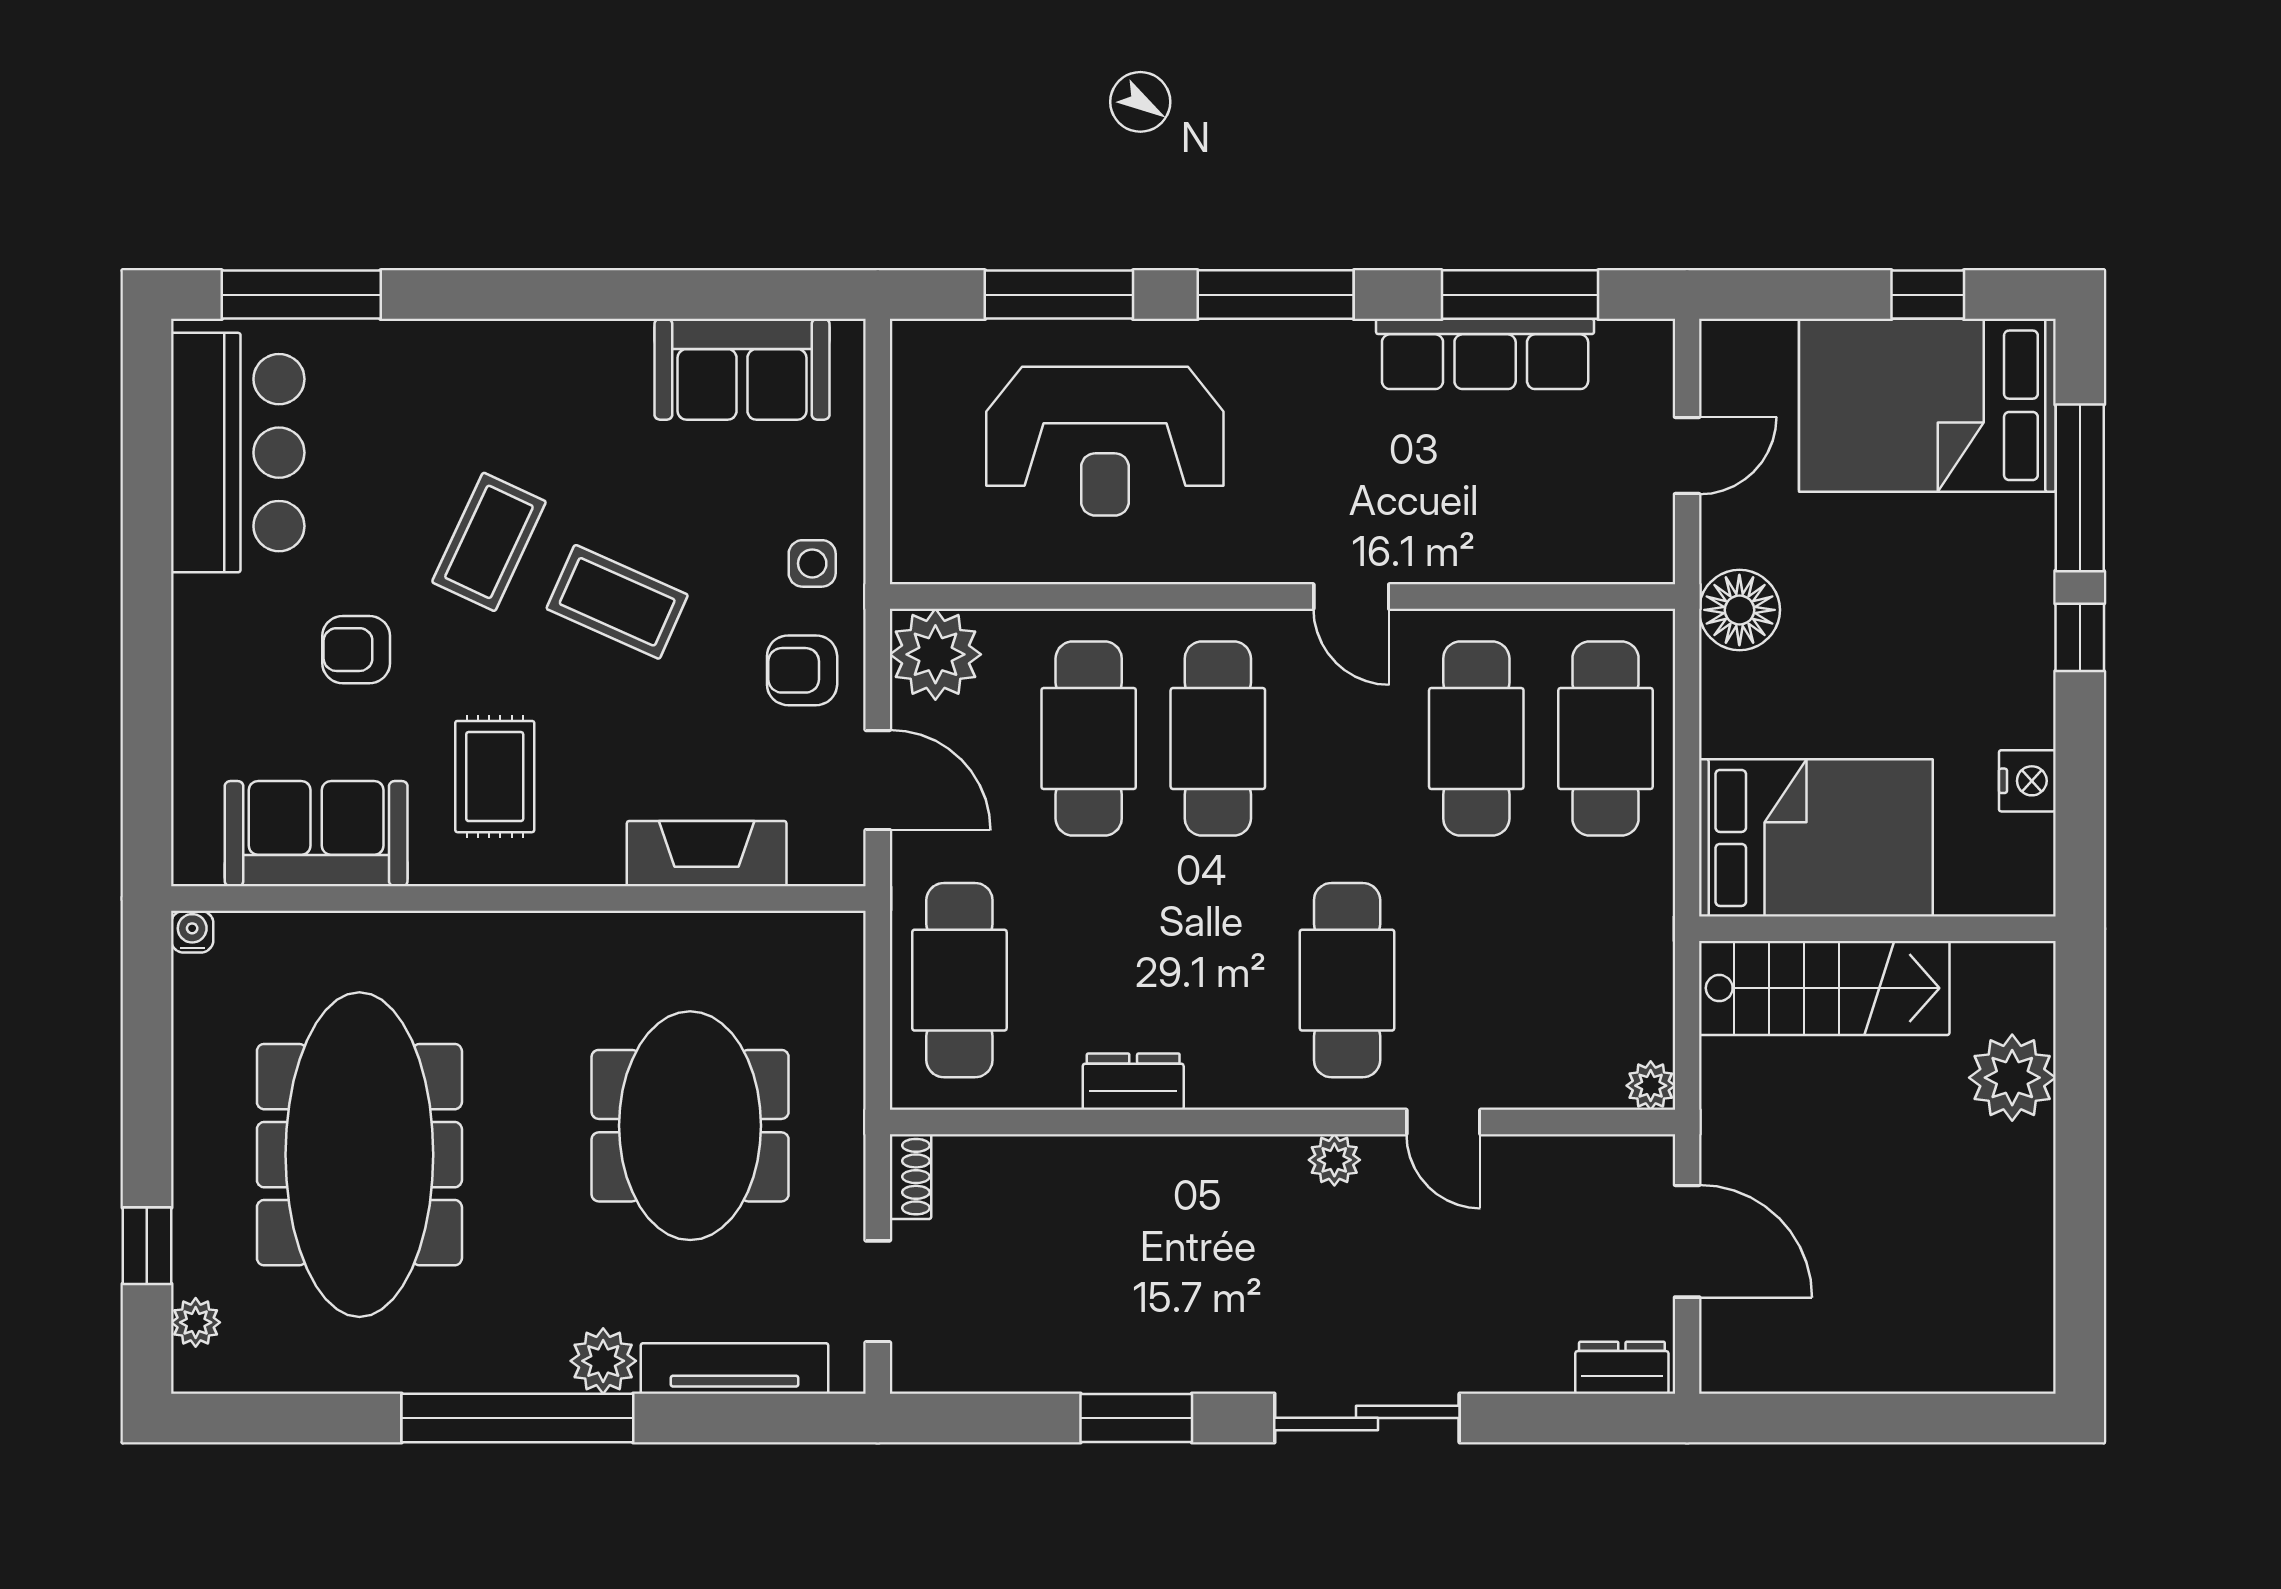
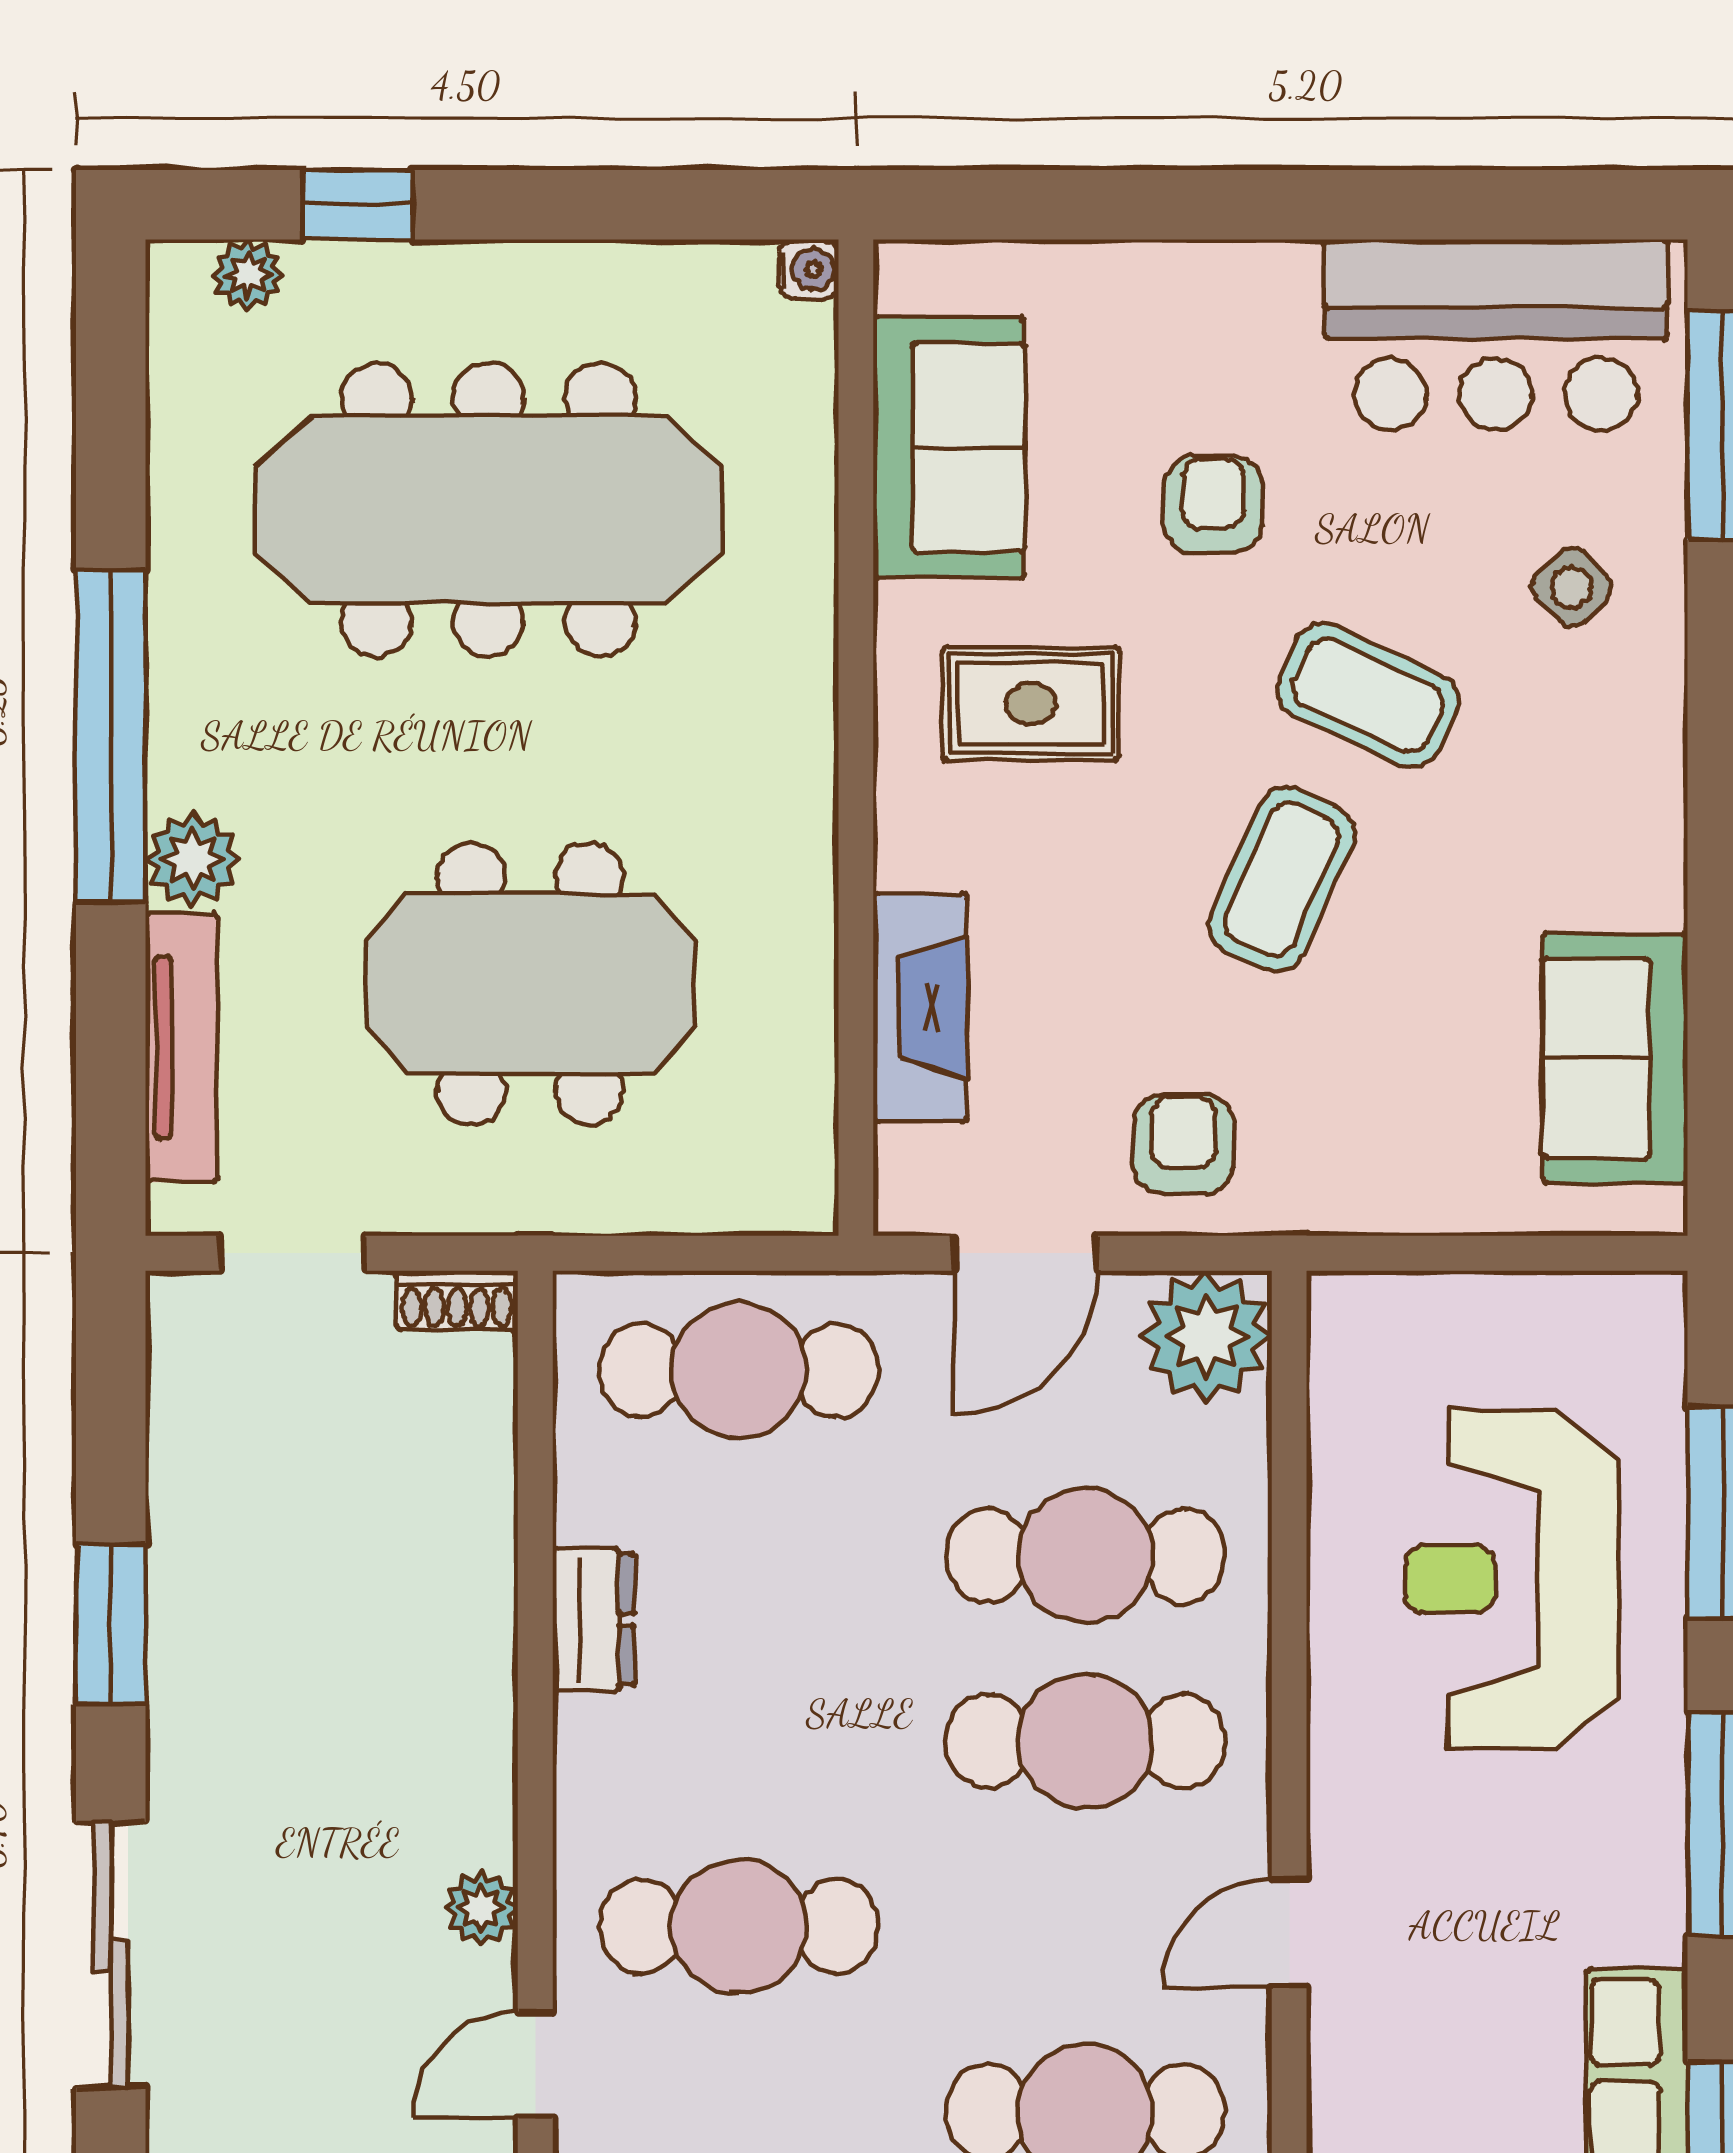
side table: (812, 563) -> (1572, 587), moved, turned 45

